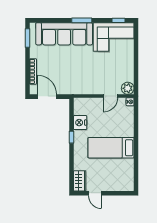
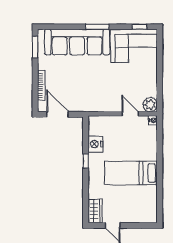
door: (110, 96) -> (130, 114), swing flipped

